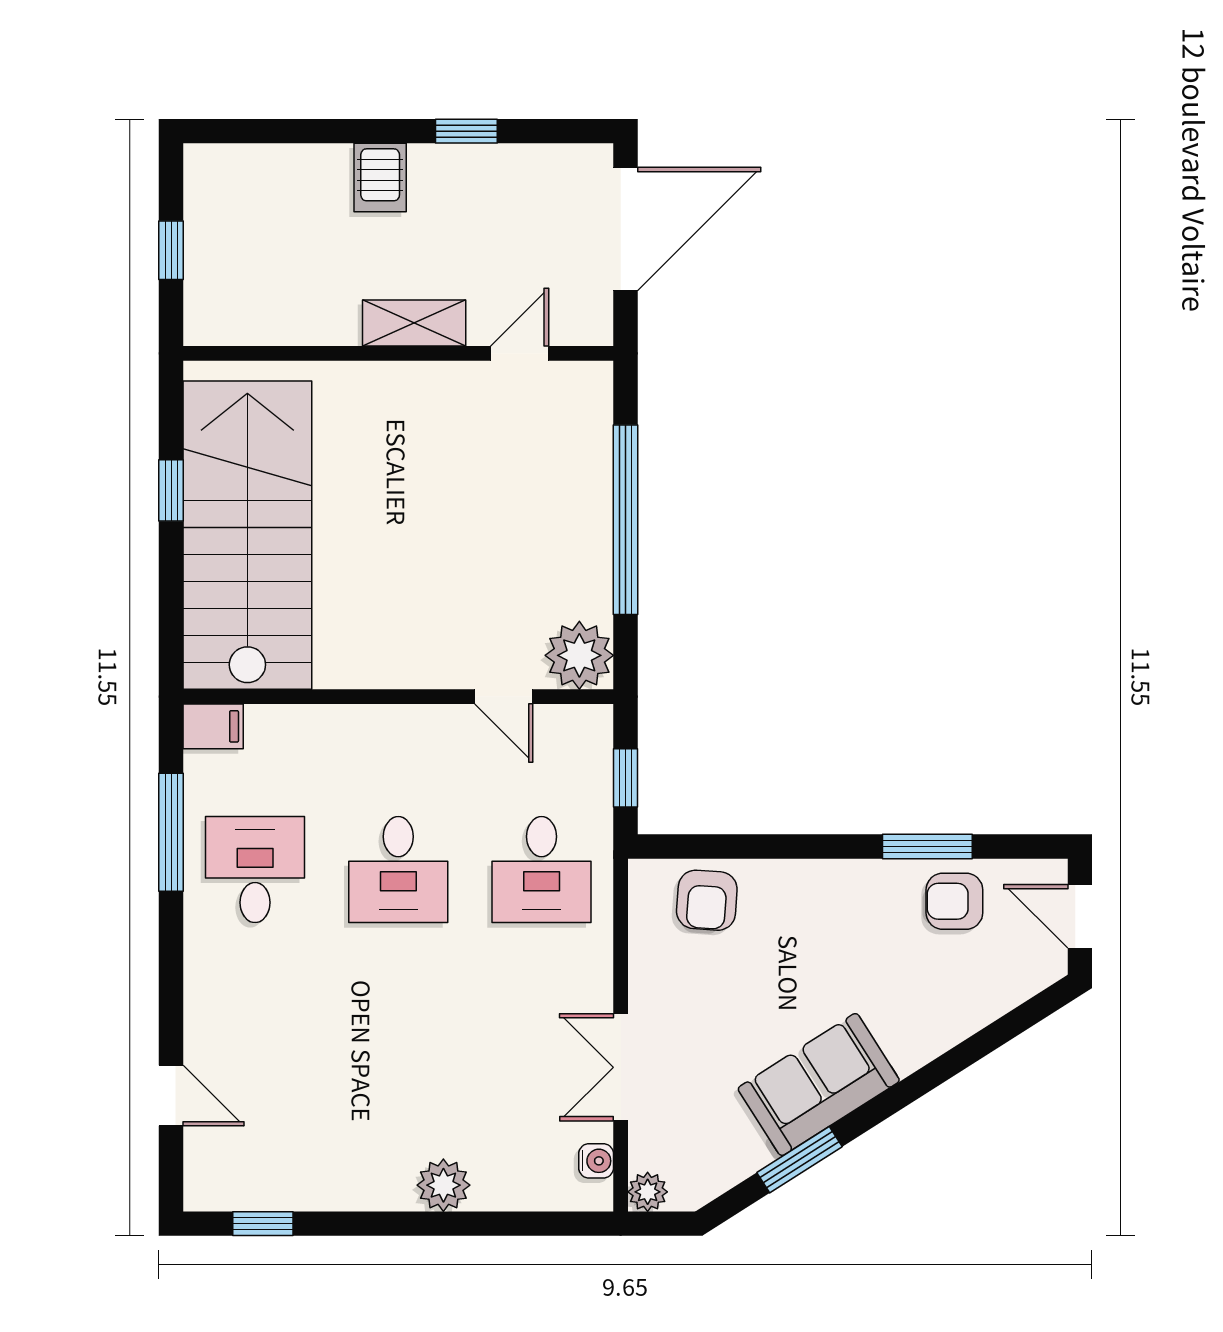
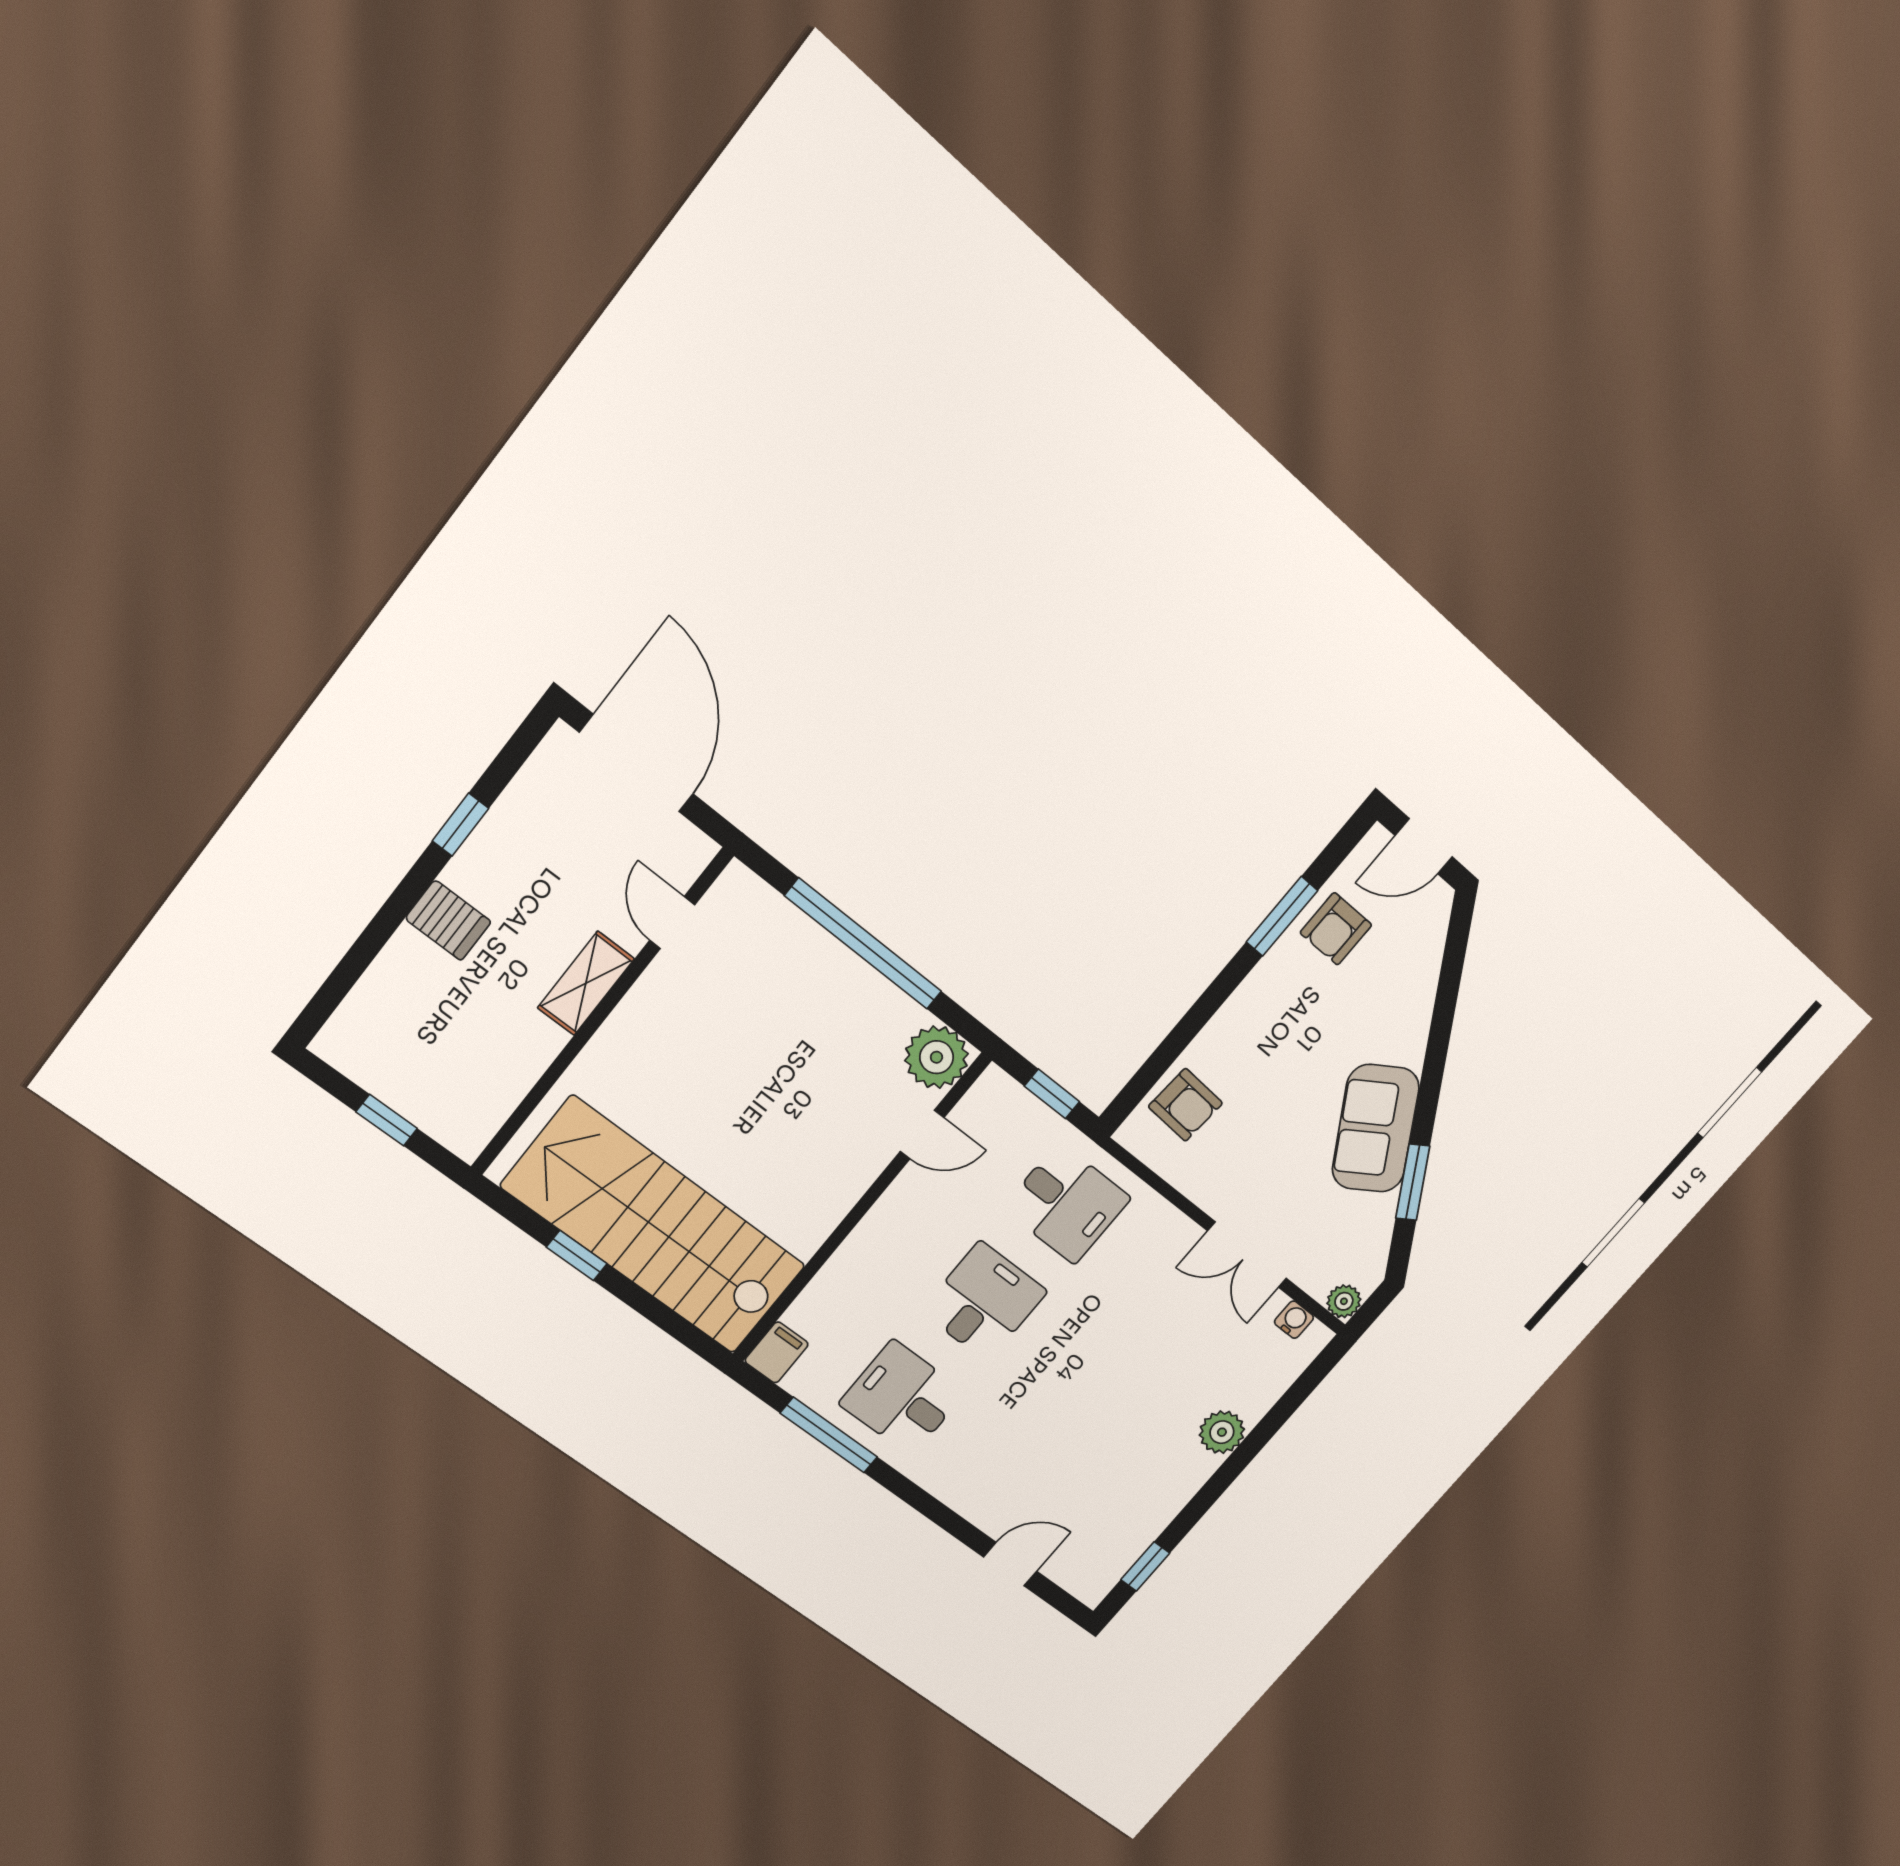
desk: (398, 870) -> (984, 1302), turned -90

